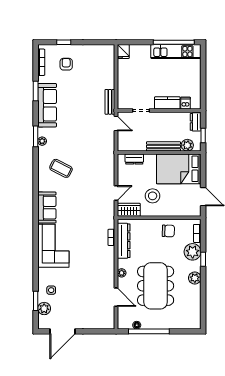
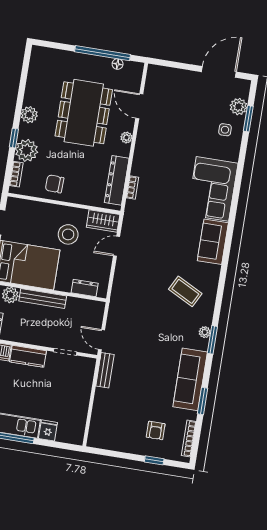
fridge: (123, 52) -> (48, 430), moved

